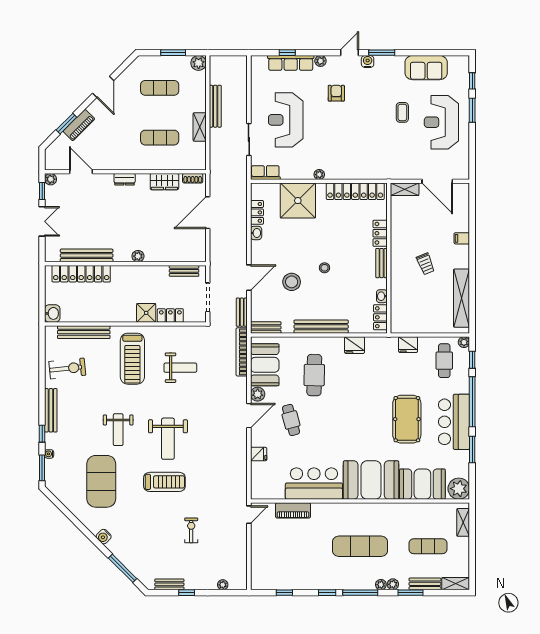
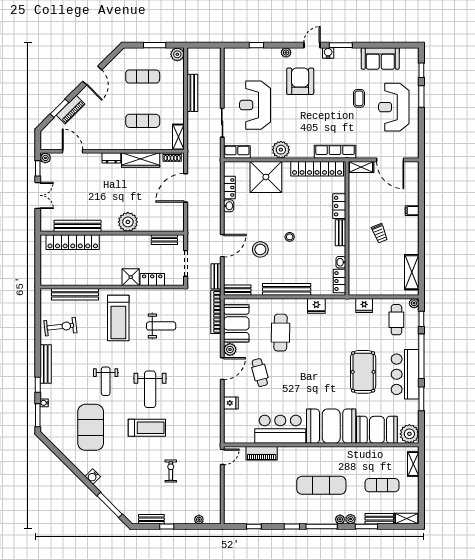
row of seats: (291, 63) -> (335, 152), moved, turned 180
armchair: (336, 93) -> (300, 81), width x1.88, depth x1.88
shelving: (200, 127) -> (178, 137), moved
plant: (319, 175) -> (281, 150), width x1.87, depth x1.87
wardrobe: (164, 182) -> (141, 160), width x1.50
plant: (138, 256) -> (128, 222), width x1.88, depth x1.88
shelving: (462, 298) -> (412, 272), width x0.68
washbasin: (52, 313) -> (47, 278), removed

